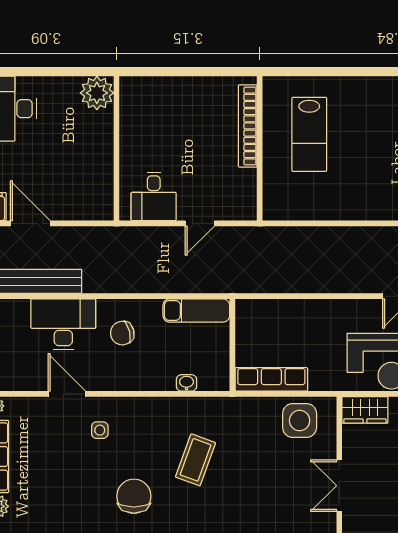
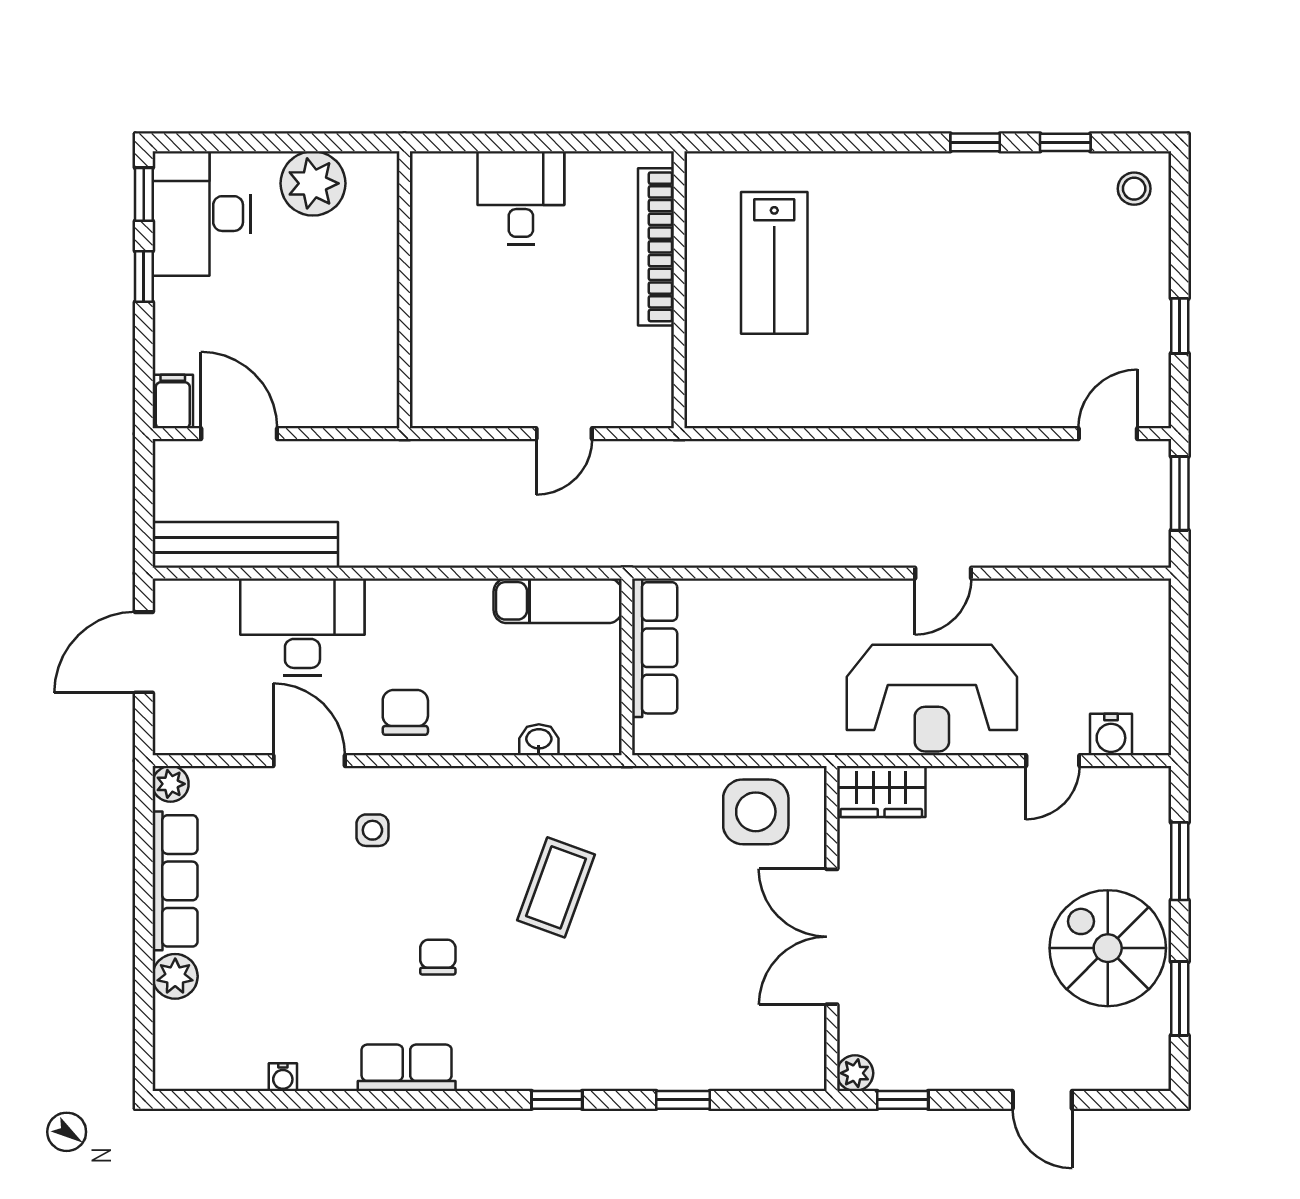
plant: (97, 93) -> (313, 183), moved
desk: (154, 196) -> (521, 198), moved, turned 180
chair: (122, 333) -> (405, 712), moved, turned 104
row of seats: (271, 379) -> (655, 648), moved, turned 90
double door: (339, 486) -> (832, 937), width x1.37
chair: (134, 496) -> (438, 957), width x0.54, depth x0.54

